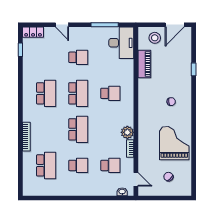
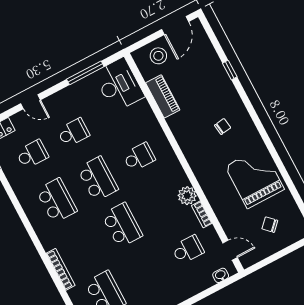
school desk: (78, 165) -> (32, 154), moved

